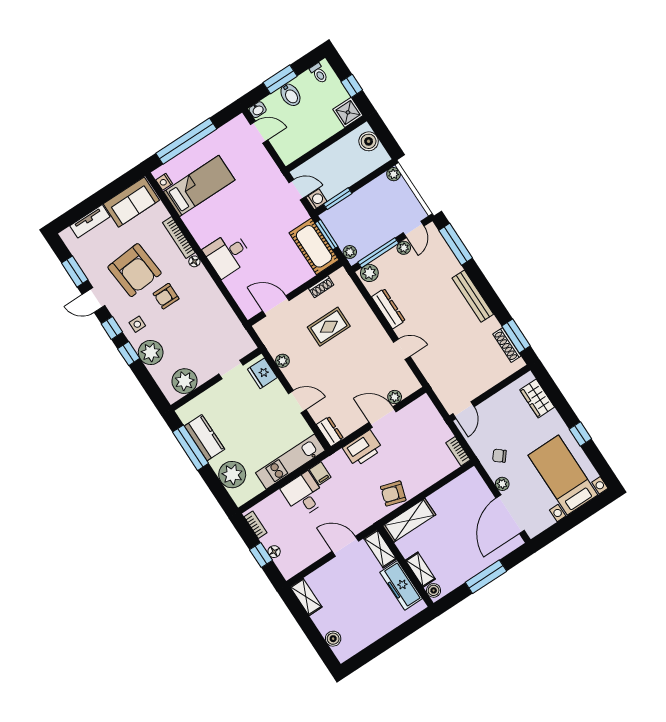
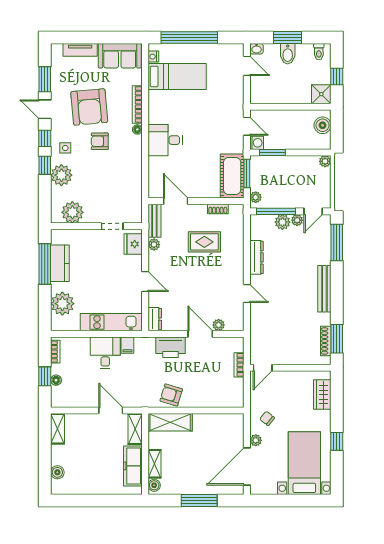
plant: (369, 273) -> (282, 222), moved
bench: (268, 338) -> (154, 221), added
bookcase: (458, 451) -> (239, 365), moved

